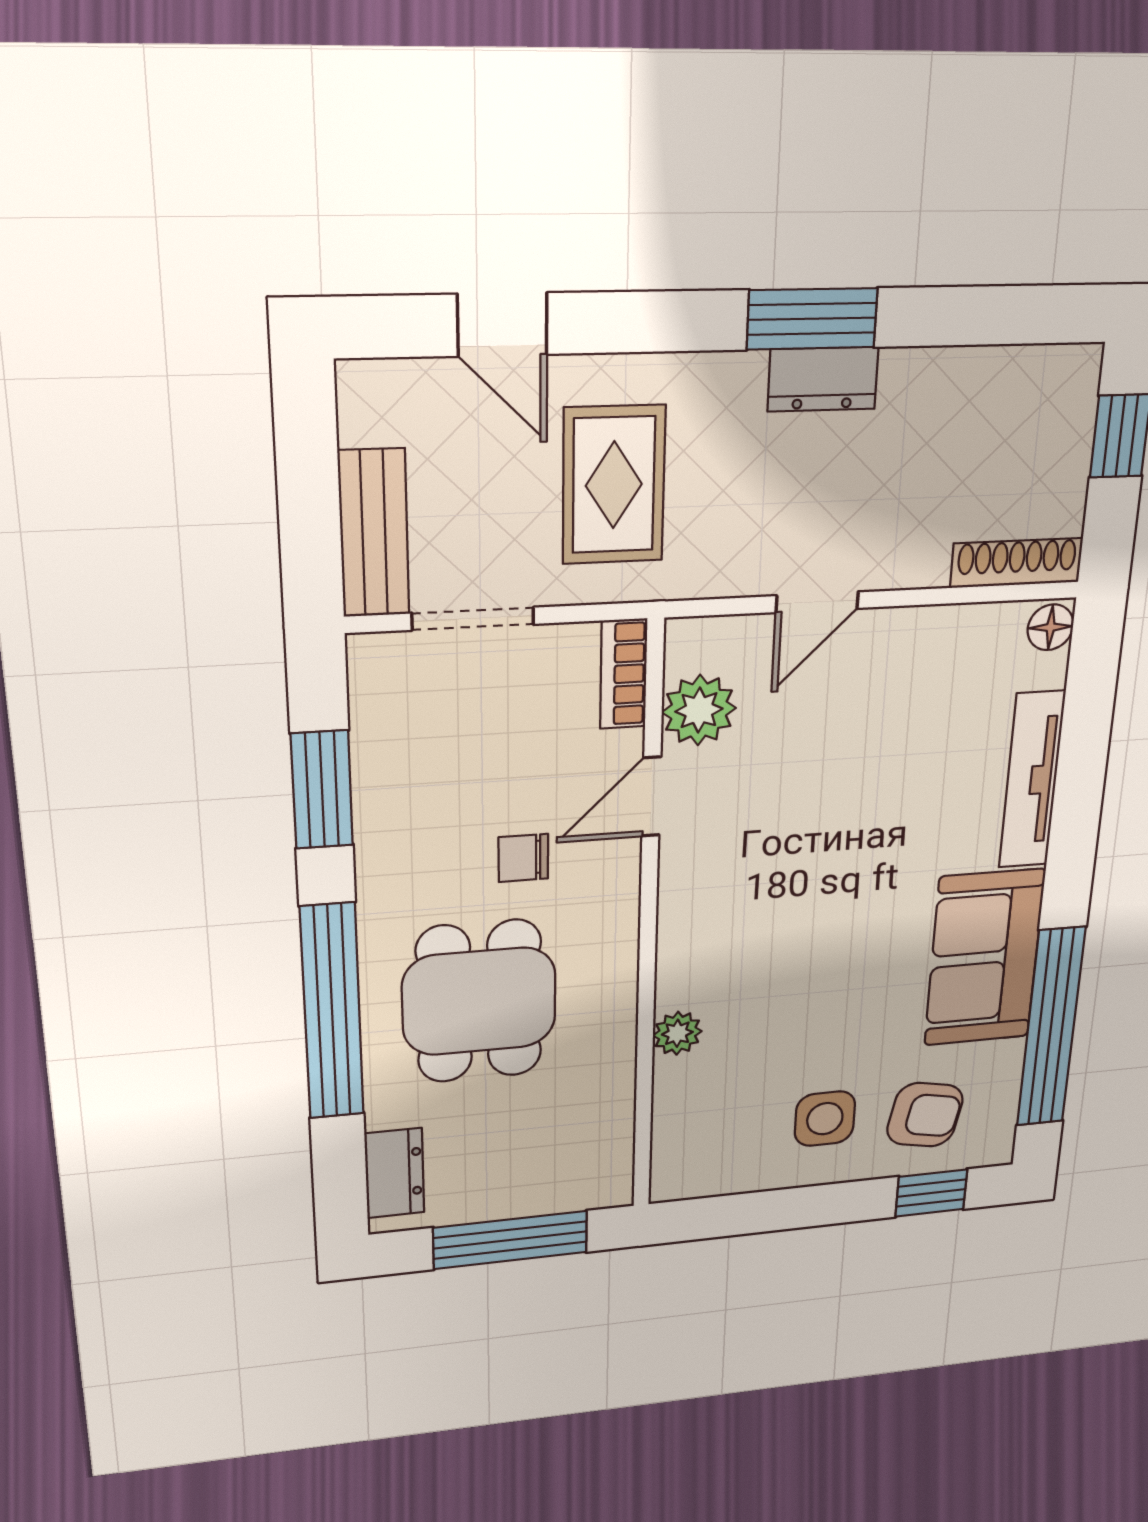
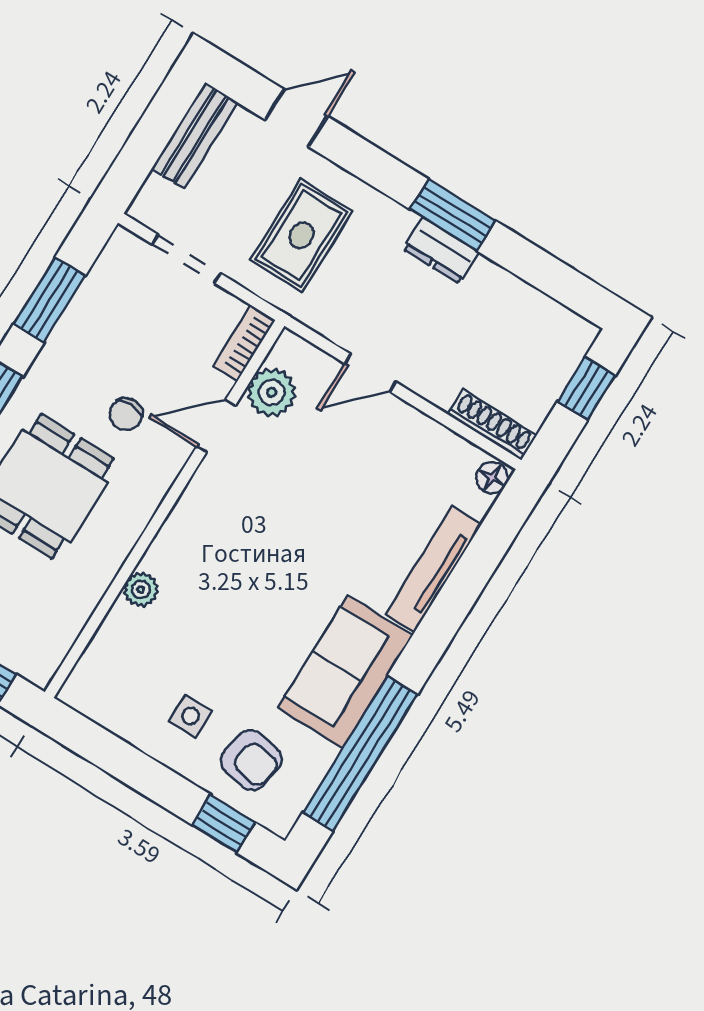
door: (502, 325) -> (296, 118), swing flipped
bench: (374, 533) -> (195, 136), moved
chair: (523, 858) -> (126, 414), turned -90
side table: (825, 1119) -> (191, 716), width x0.73, depth x0.73

